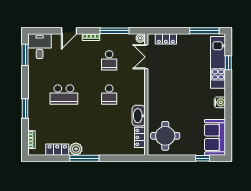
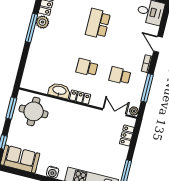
locker: (140, 137) -> (80, 97), moved
window: (167, 158) -> (11, 108), added

